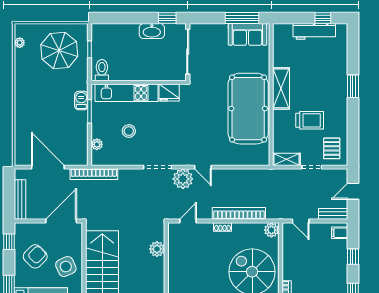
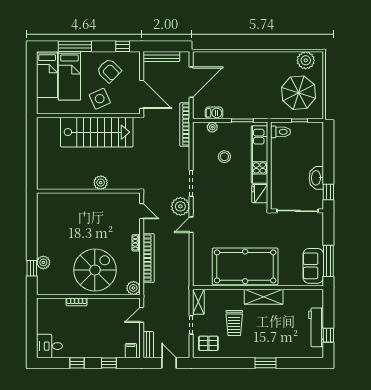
plant: (20, 43) -> (306, 60), width x1.87, depth x1.87
barbecue: (81, 101) -> (214, 113), moved
plant: (157, 249) -> (101, 183), moved

